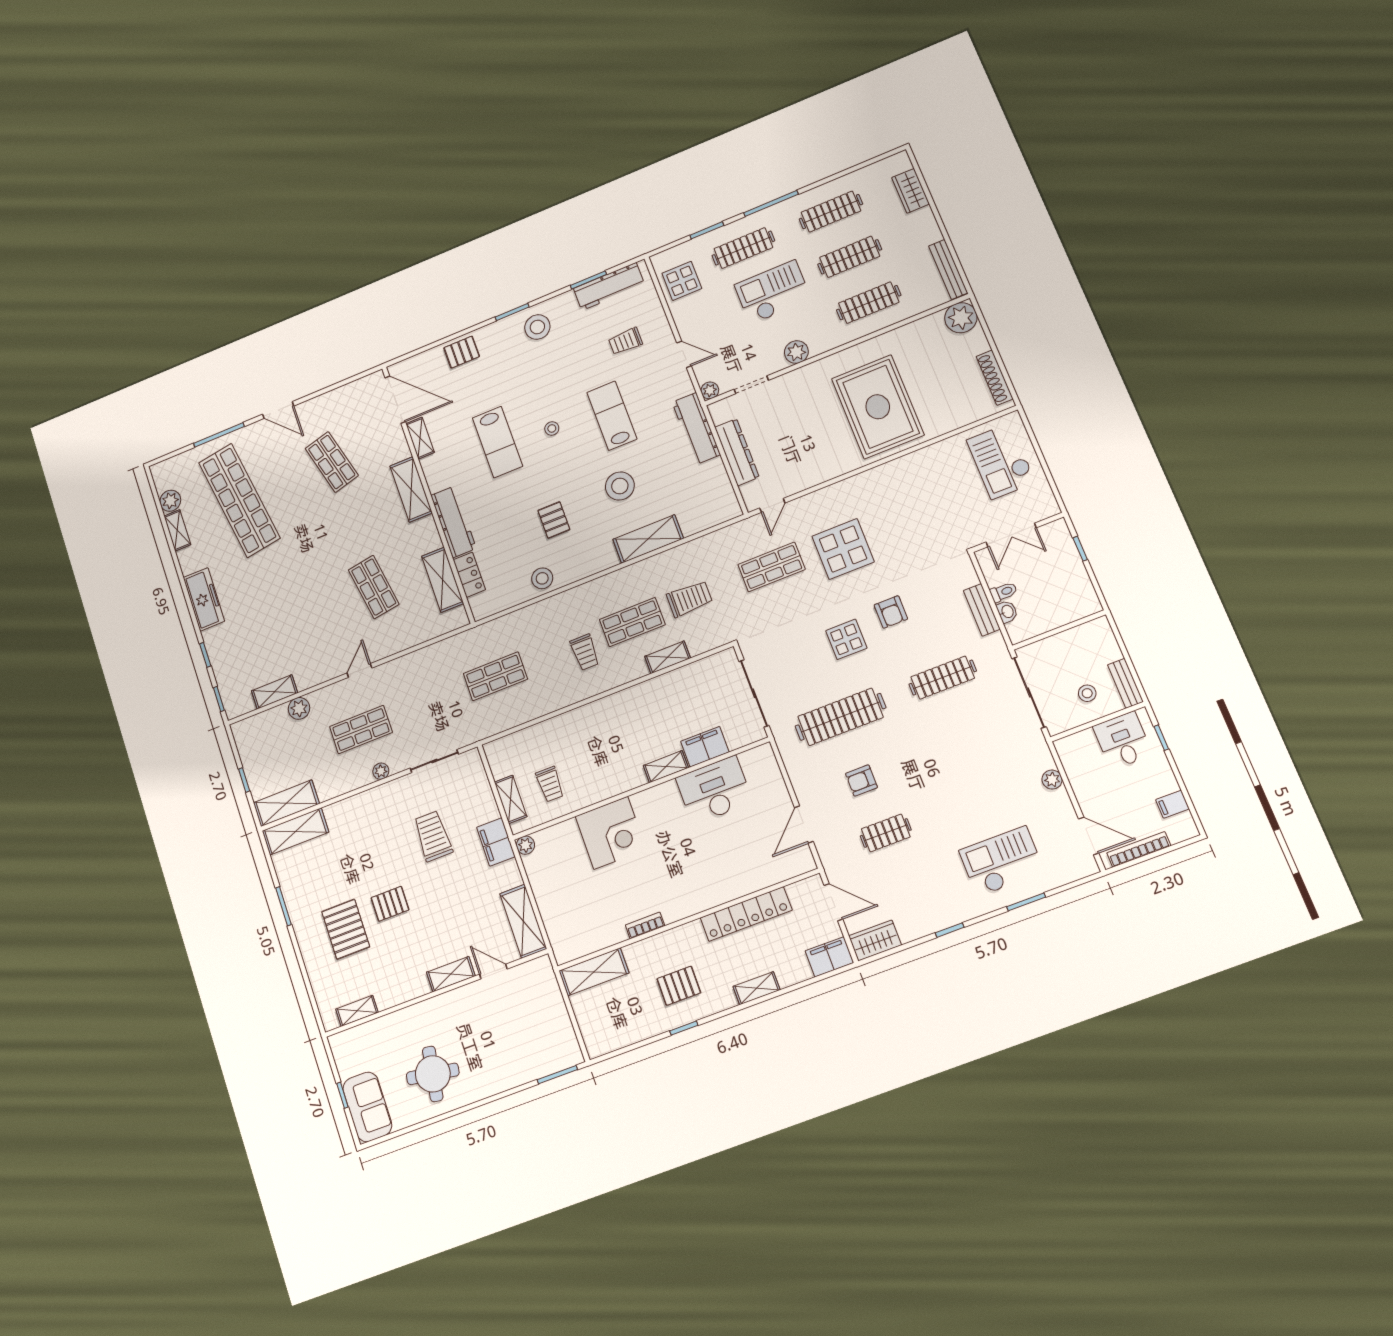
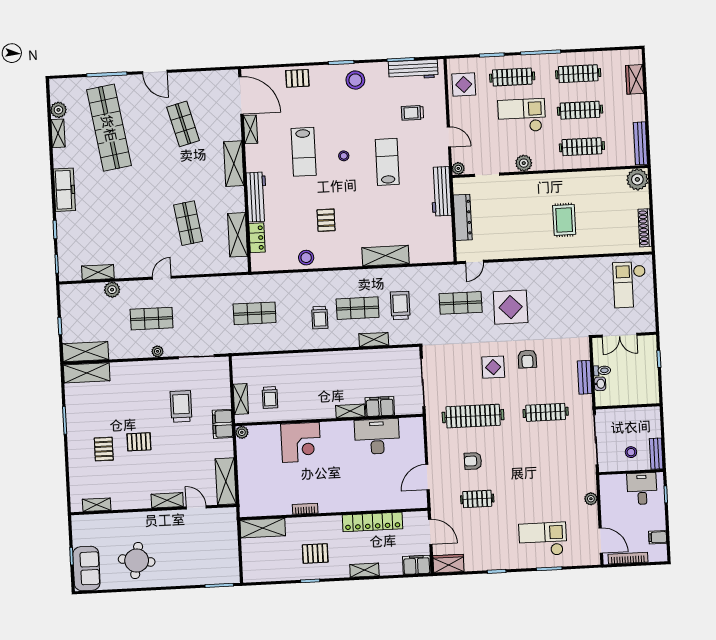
rug: (878, 407) -> (564, 220), width x0.54, depth x0.49
stool: (620, 486) -> (378, 213), removed
trolley: (689, 599) -> (400, 306), turned -90
pallet: (346, 929) -> (104, 449), width x0.67, depth x0.71

